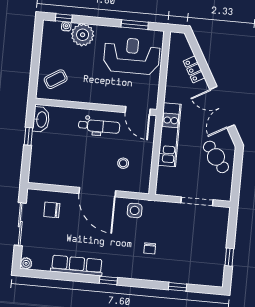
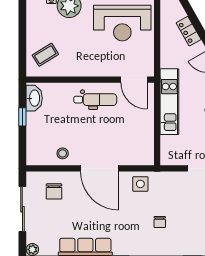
reception desk: (132, 56) -> (122, 23), turned 180
stool: (123, 163) -> (63, 153), moved
chair: (52, 210) -> (54, 191), turned -90

